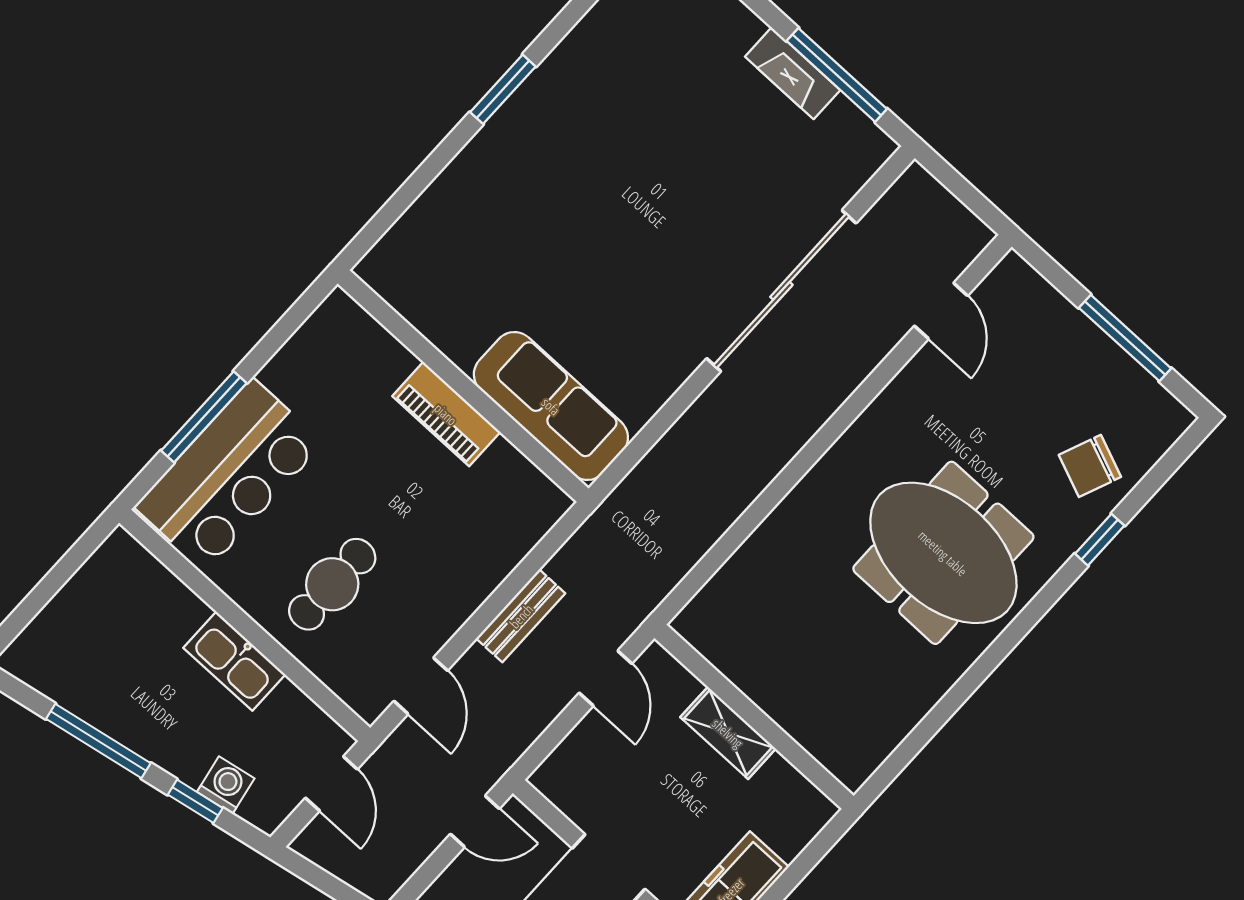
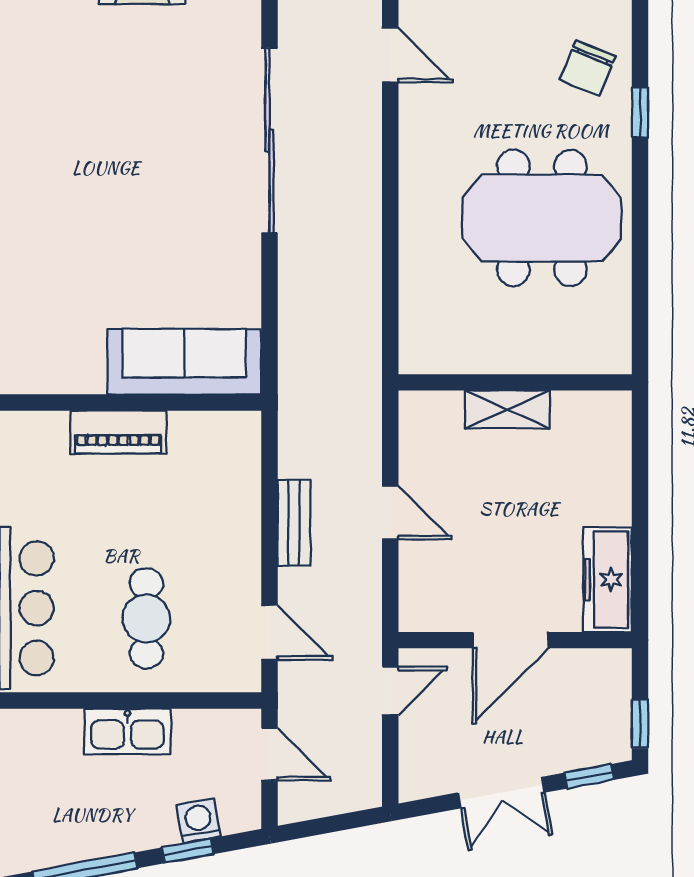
wall: (754, 717) -> (515, 382), moved
shelving: (728, 733) -> (507, 409), moved

